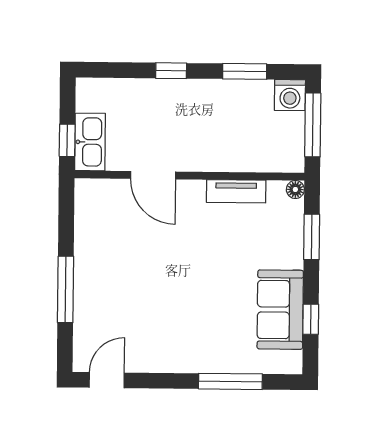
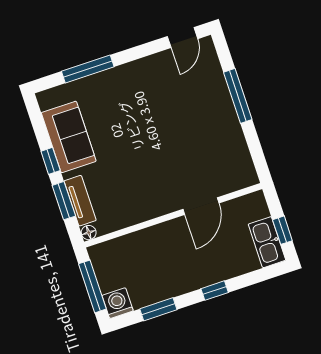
window: (67, 140) -> (282, 230), moved
kitchen sink: (90, 142) -> (267, 242), moved
door: (153, 175) -> (201, 206), swing flipped
tv unit: (236, 191) -> (80, 201), moved, turned 90
window: (311, 319) -> (51, 161), moved

